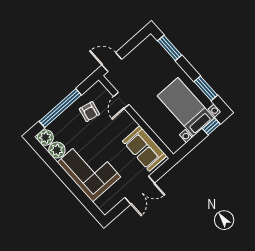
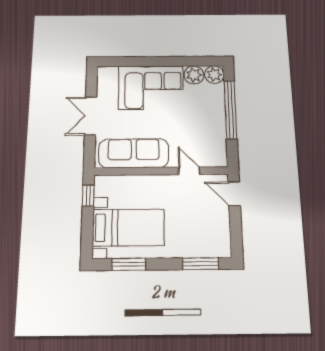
door: (112, 62) -> (234, 194), swing flipped
armchair: (89, 112) -> (204, 133), removed
window: (211, 126) -> (88, 196), moved
sofa: (145, 149) -> (134, 153), width x1.36

